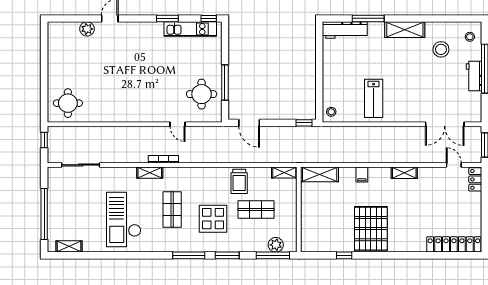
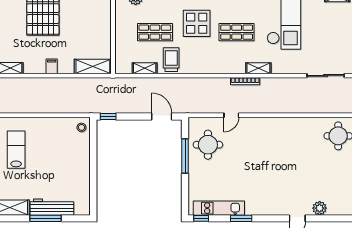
workbench: (345, 30) -> (52, 207), moved
lab bench: (374, 98) -> (16, 150), moved
door: (177, 124) -> (231, 115), swing flipped
shelving: (284, 173) -> (145, 68), moved
shop shelf: (172, 210) -> (237, 32), turned 90

